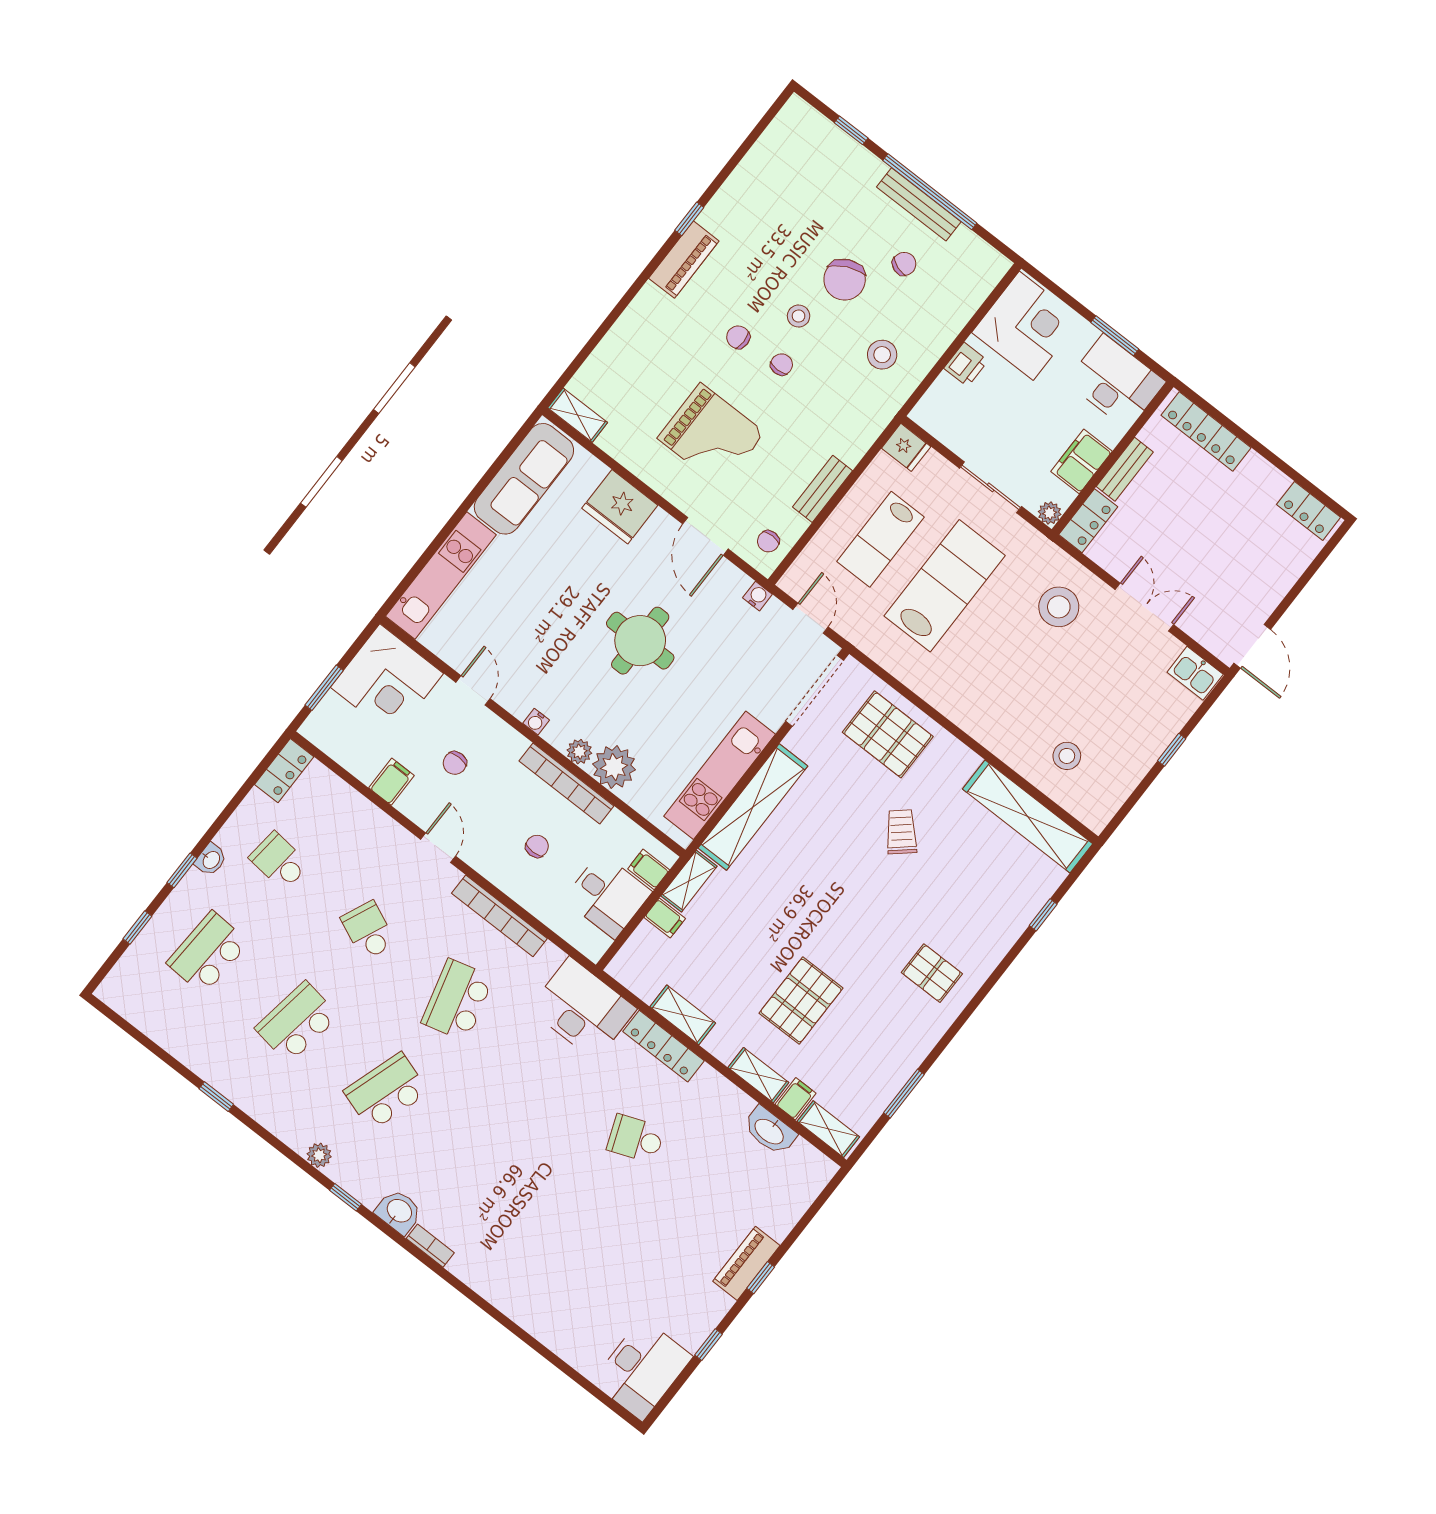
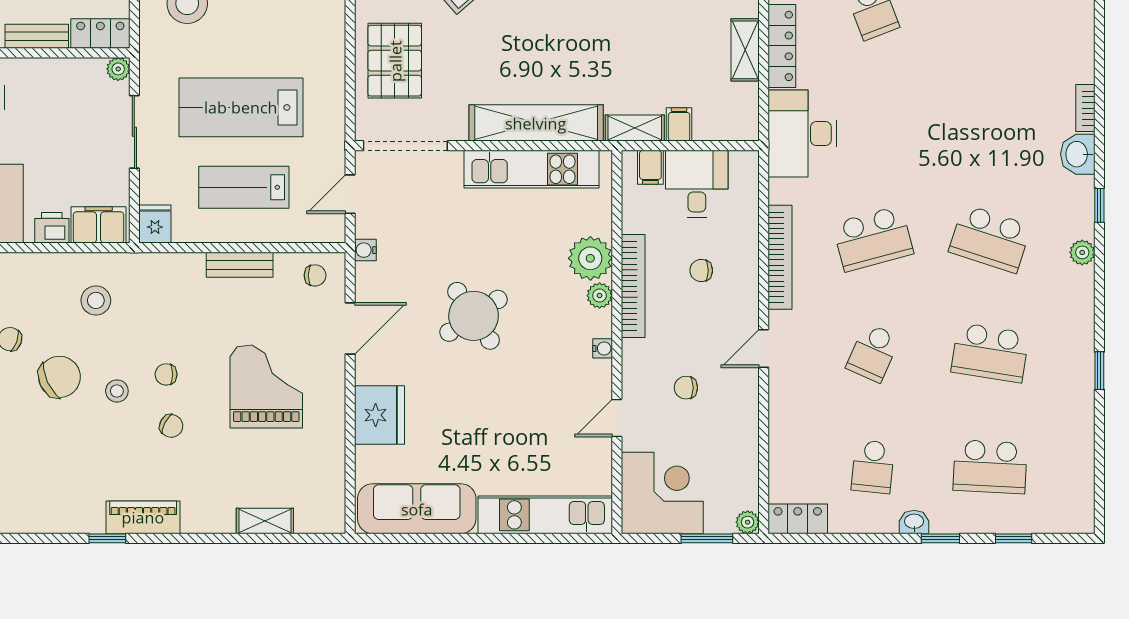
chair: (738, 337) -> (171, 426), turned -62
shelving: (578, 415) -> (265, 521), moved, turned 90
filing cabinet: (1081, 461) -> (99, 225), moved, turned 180
lab bench: (881, 539) -> (244, 187), turned 180
round table: (640, 641) -> (474, 316), turned -34
plant: (312, 729) -> (748, 522), added
chair: (455, 763) -> (686, 388), turned 180
filing cabinet: (392, 782) -> (740, 426), removed

